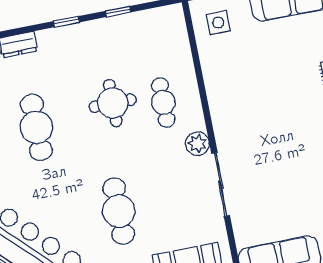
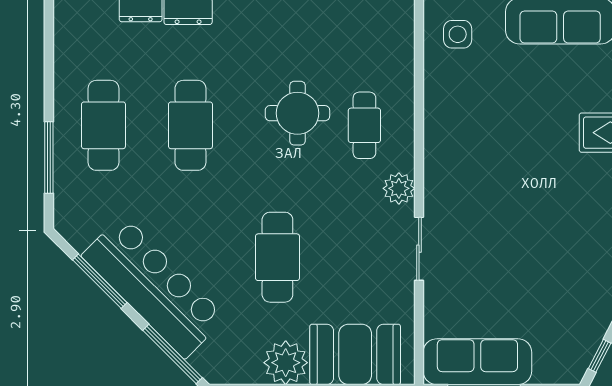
sliding door: (221, 185) -> (419, 249), width x0.73

